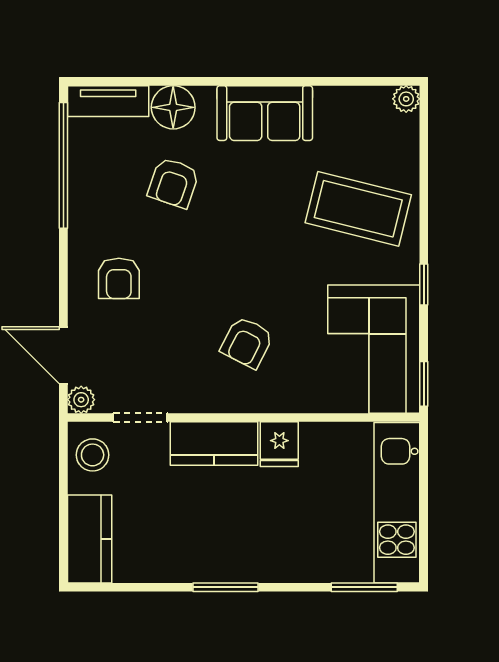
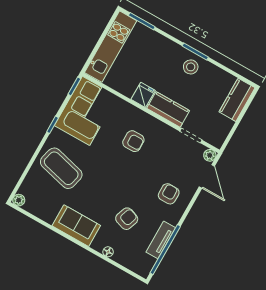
tv unit: (108, 101) -> (161, 240), moved, turned -90
floor lamp: (173, 107) -> (108, 252), width x0.53, depth x0.53
armchair: (247, 342) -> (133, 141), turned 63
stool: (93, 455) -> (191, 67), moved

